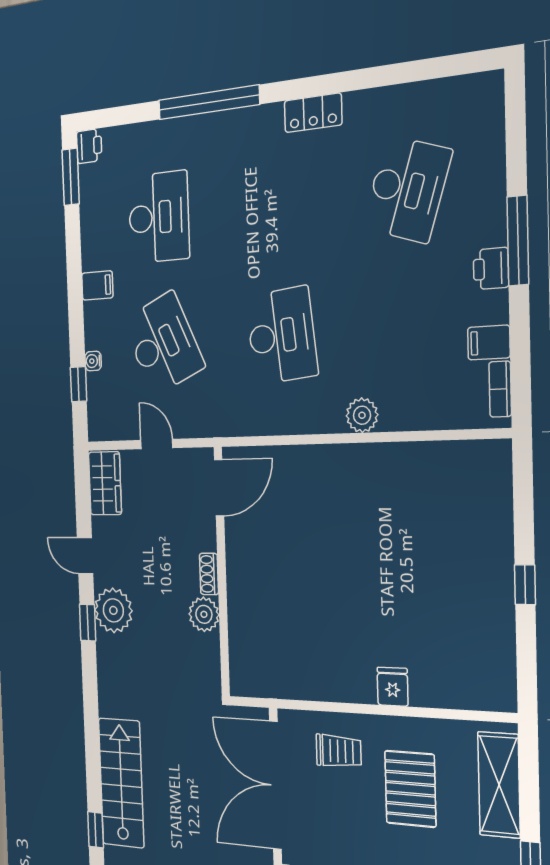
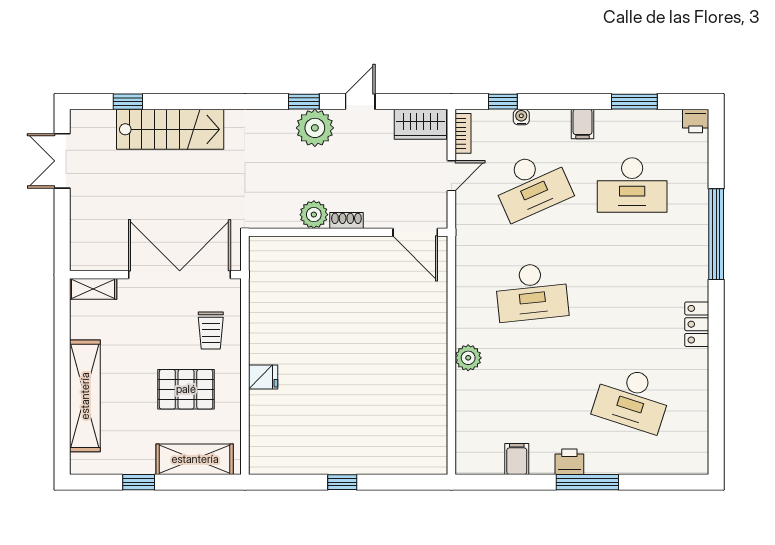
window: (71, 177) -> (634, 102), moved
bookcase: (500, 389) -> (463, 133), moved, turned 90

